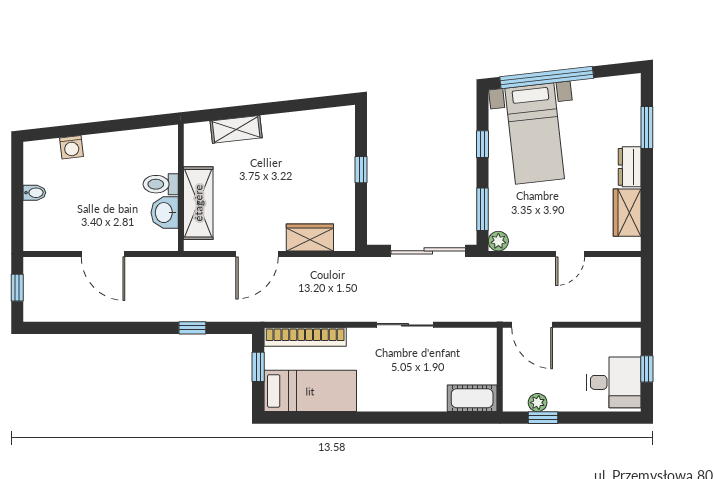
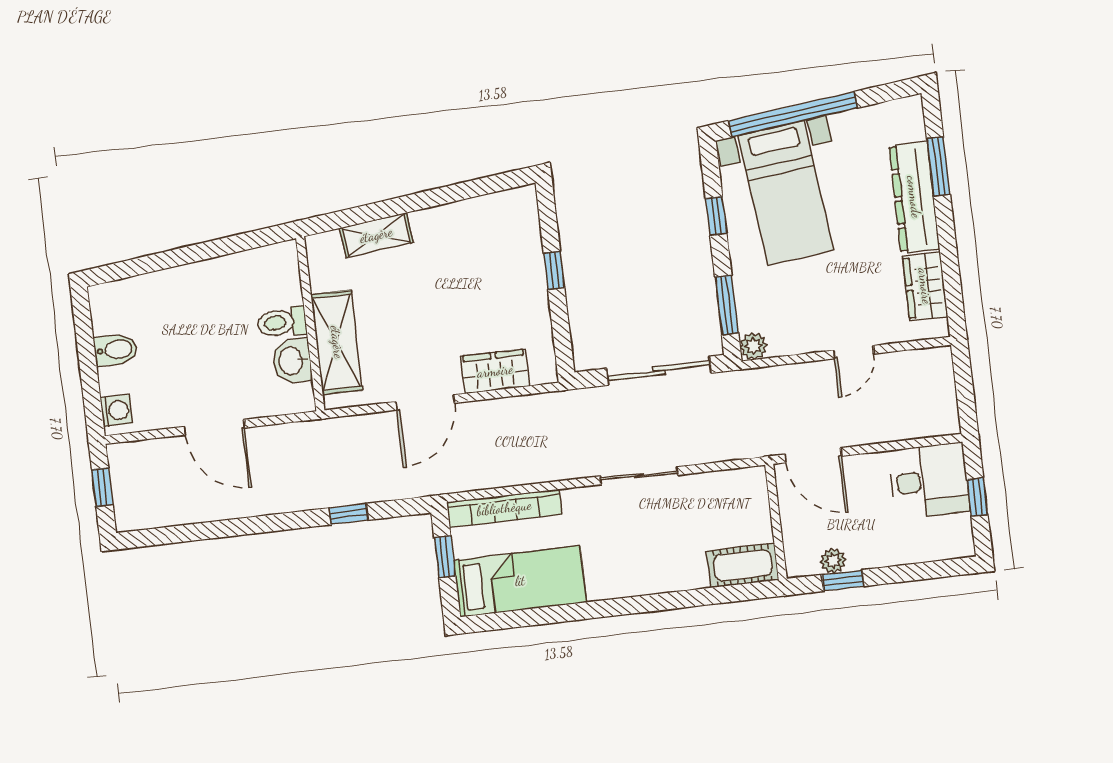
washing machine: (72, 147) -> (116, 410), moved, turned -84
dresser: (630, 167) -> (914, 197), width x1.96, depth x1.24
bidet: (34, 193) -> (116, 350), width x1.38, depth x1.36
desk: (614, 382) -> (929, 481), moved

